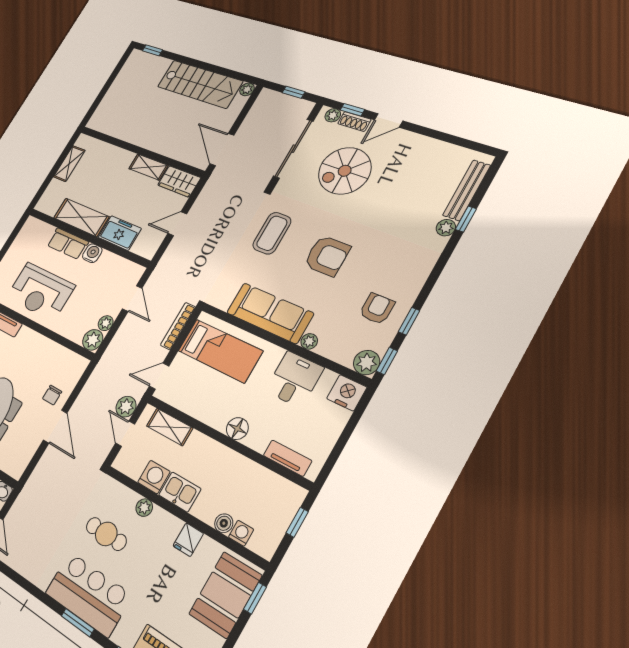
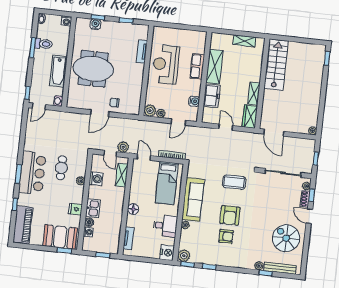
stairs: (200, 84) -> (276, 65), moved, turned 180
door: (222, 149) -> (274, 133), swing flipped
spiral stairs: (345, 171) -> (286, 238), moved
water cooler: (92, 253) -> (194, 101), moved
armchair: (377, 309) -> (226, 236), moved
door: (125, 434) -> (110, 153), swing flipped
kitchen sink: (180, 492) -> (93, 208), moved

